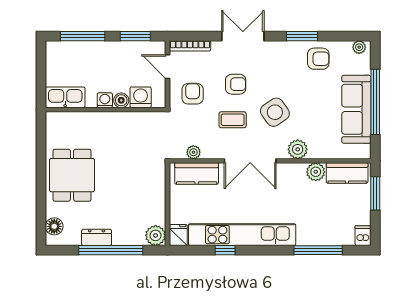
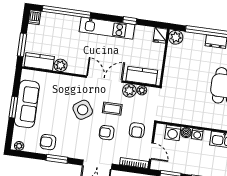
window: (375, 102) -> (13, 107), width x0.47
plant: (298, 149) -> (129, 91), moved
kitchen unit: (242, 235) -> (107, 28), width x0.73
window: (318, 250) -> (66, 12), width x1.46

